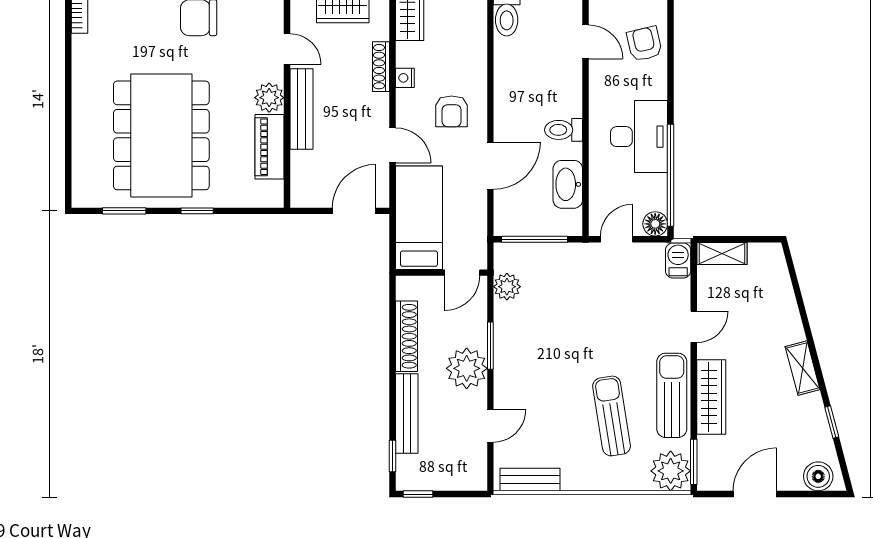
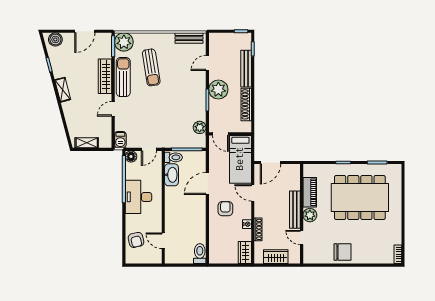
toilet: (564, 130) -> (173, 157), moved
dining table: (161, 135) -> (360, 197), turned 90
shelving: (722, 254) -> (87, 143), moved
door: (462, 273) -> (220, 134), swing flipped
sun lounger: (672, 395) -> (123, 77), turned 180

